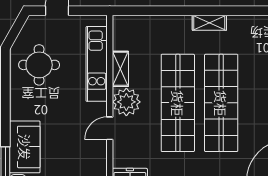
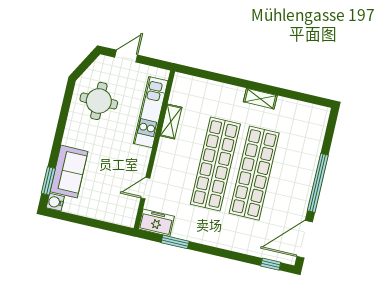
plant: (126, 102) -> (169, 152), removed
door: (110, 128) -> (145, 188), moved

